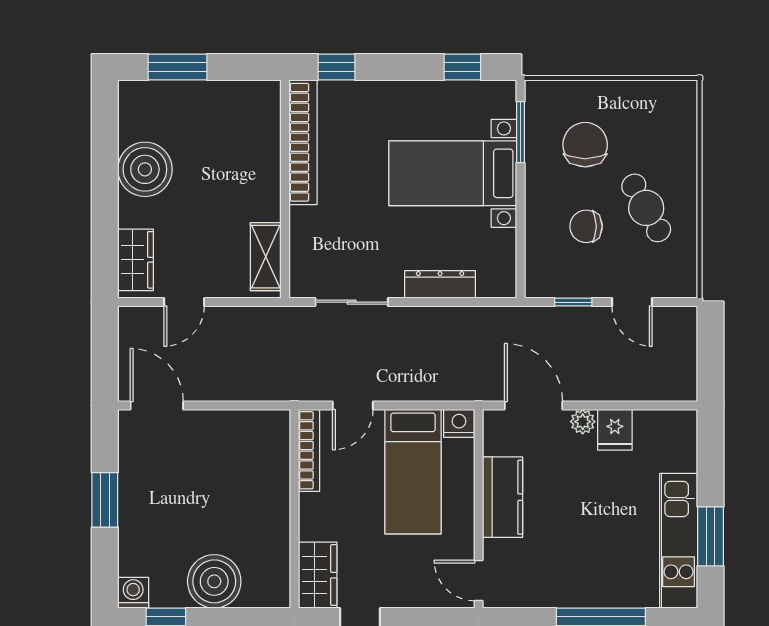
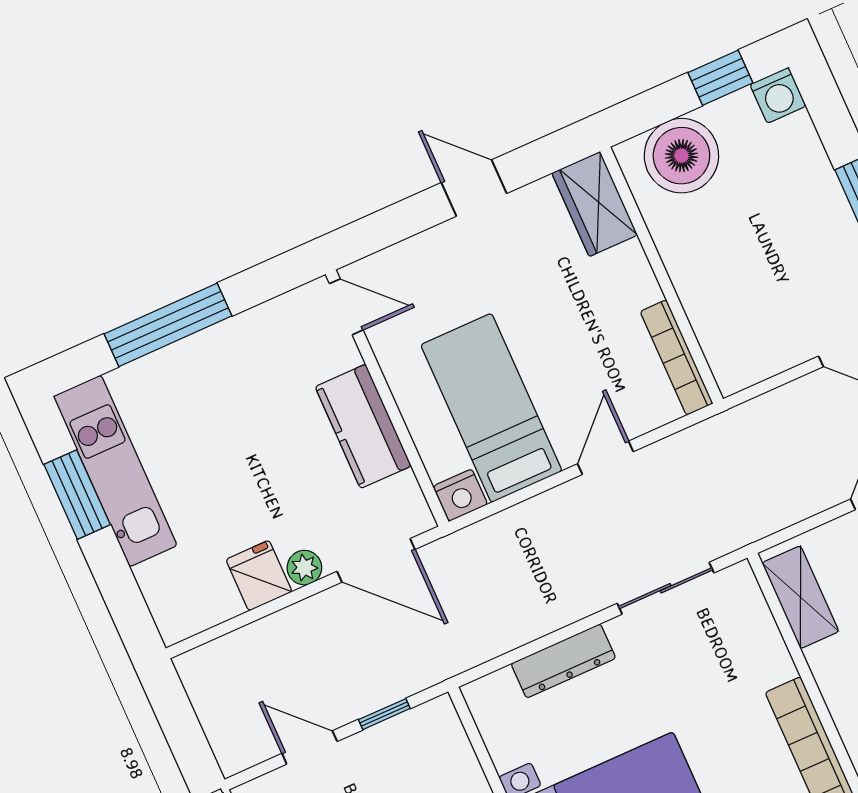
bookcase: (309, 450) -> (677, 358), moved
wall: (295, 509) -> (662, 275), moved
wardrobe: (318, 575) -> (595, 204), moved

